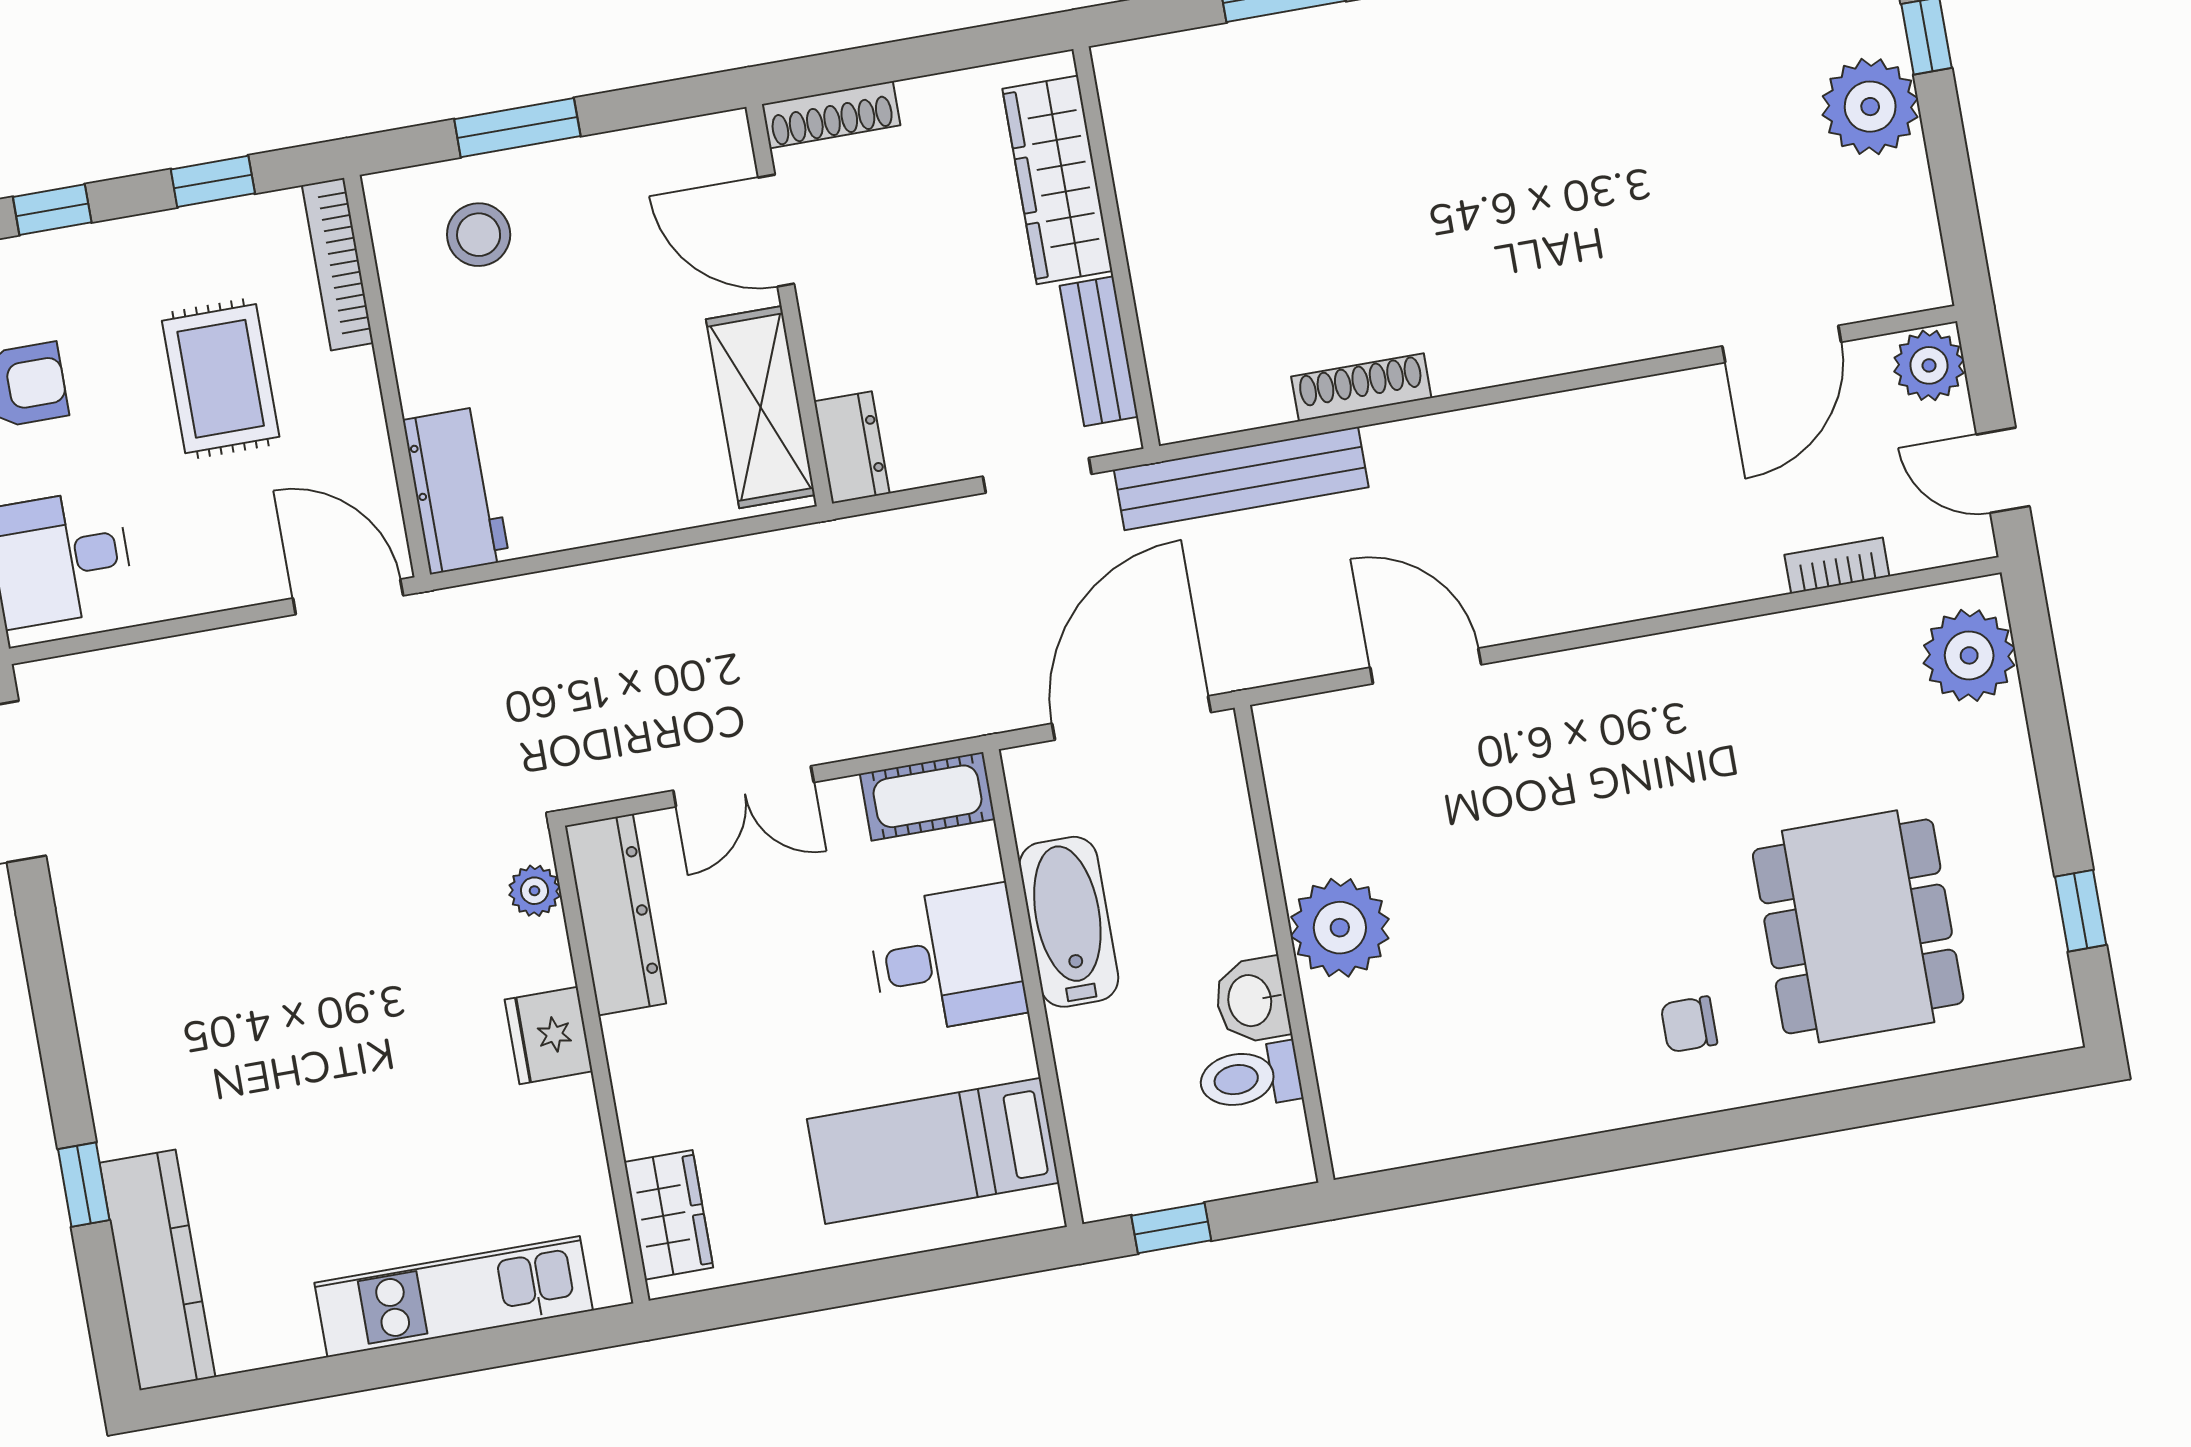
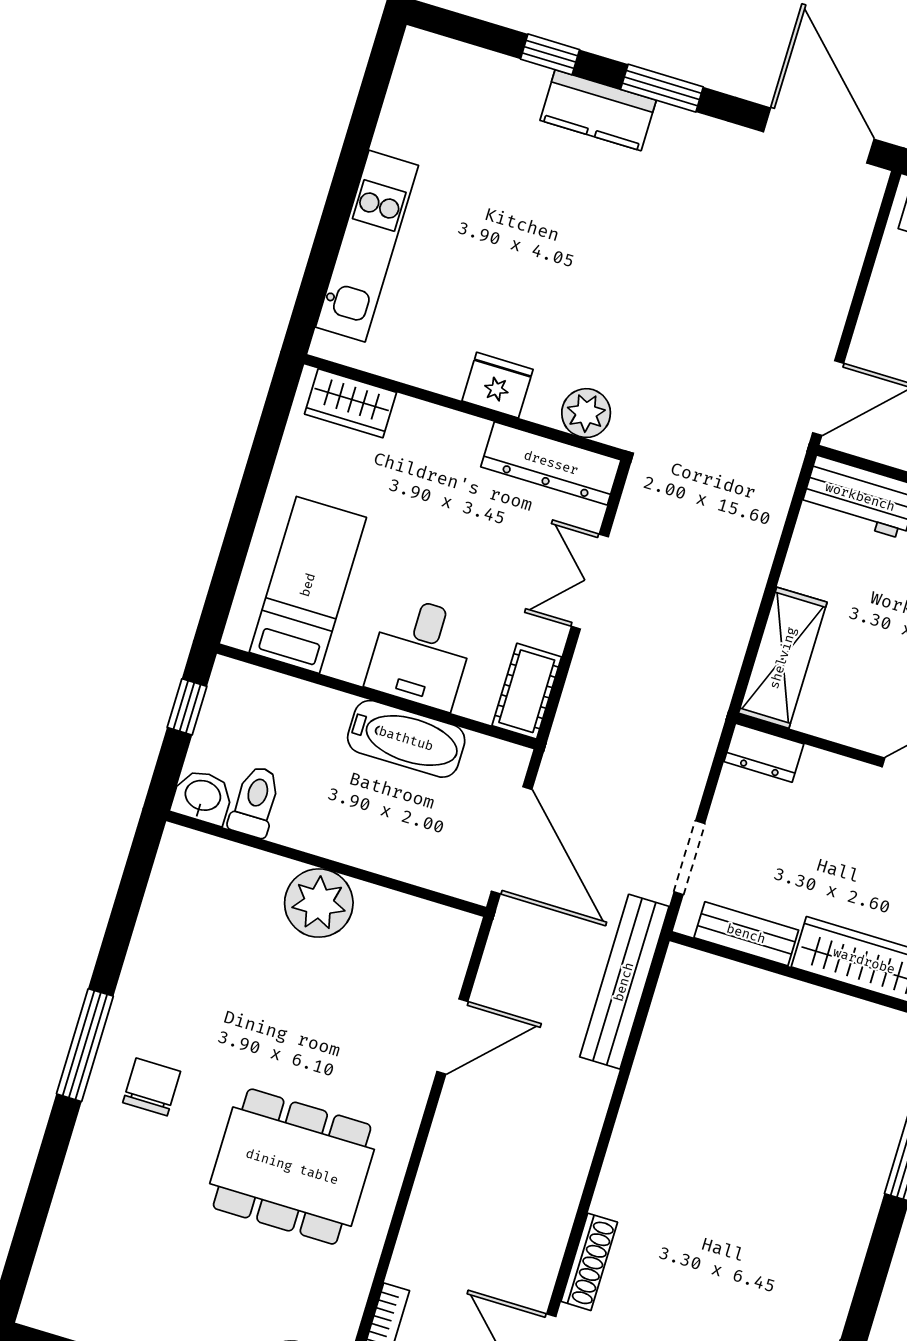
shoe rack: (1361, 387) -> (589, 1262), moved
shelving: (760, 407) -> (783, 658), moved, turned 90
plant: (535, 891) -> (586, 413), width x1.38, depth x1.38
dining table: (1858, 926) -> (292, 1167), moved
washbasin: (1252, 1000) -> (202, 797), moved
window: (54, 1017) -> (662, 88), added
chair: (1689, 1024) -> (152, 1087), width x1.37, depth x1.37
window: (1678, 1139) -> (85, 1045), added
kitchen counter: (157, 1270) -> (598, 110), moved, width x0.67

